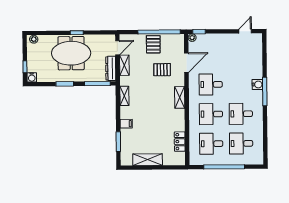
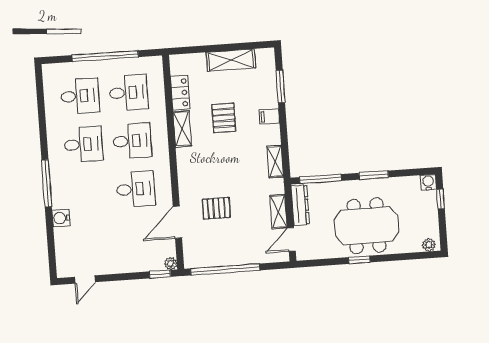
pallet: (153, 44) -> (224, 118), moved
water cooler: (257, 84) -> (61, 218), moved
shelving: (180, 97) -> (182, 129), moved

